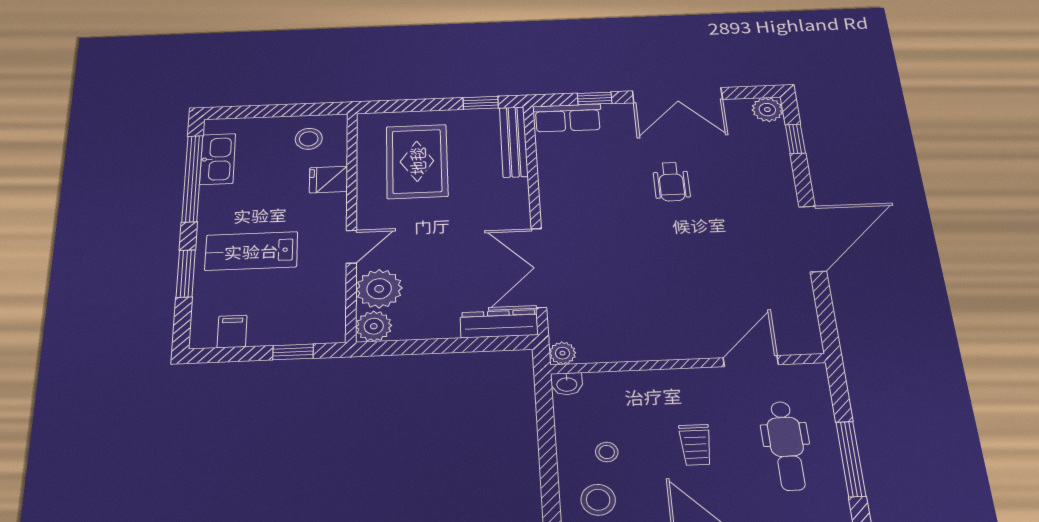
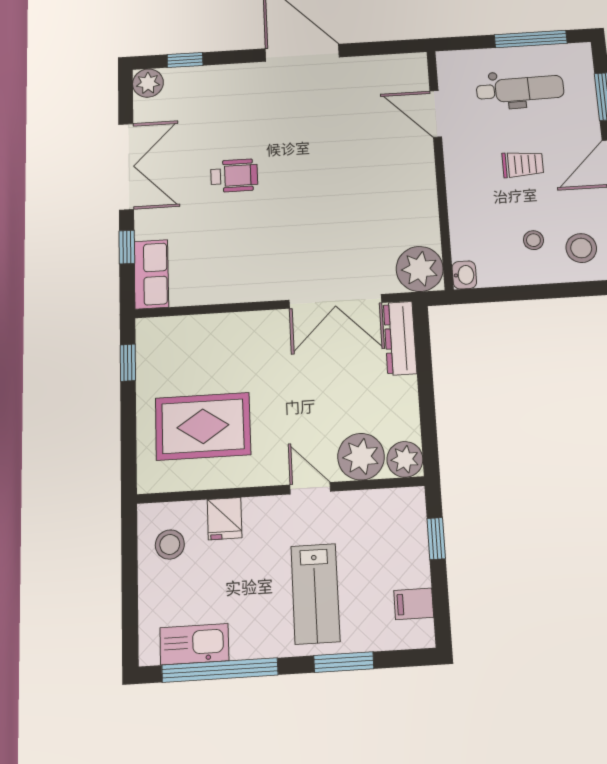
bench: (514, 142) -> (180, 328), removed
plant: (563, 353) -> (420, 269), width x1.87, depth x1.87

